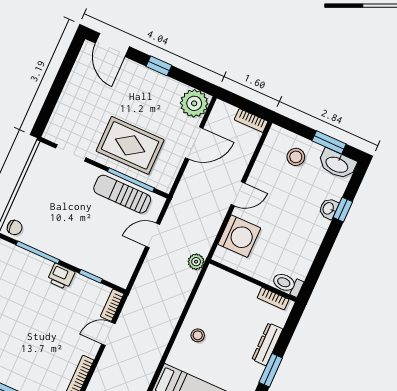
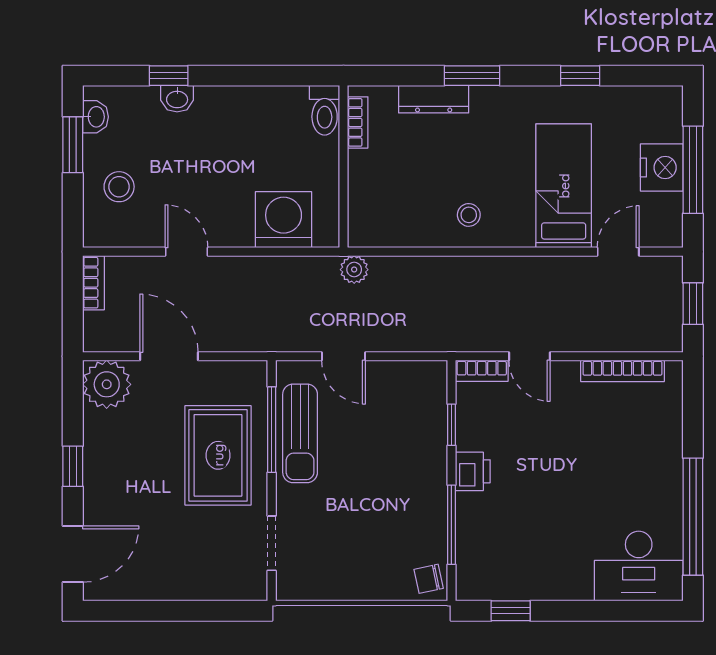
washbasin: (337, 164) -> (96, 117), width x0.52, depth x0.69
door: (238, 194) -> (186, 252), moved
chair: (15, 228) -> (429, 579), turned -102

